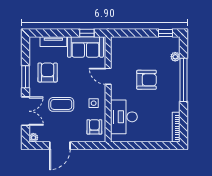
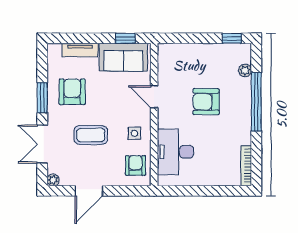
armchair: (147, 80) -> (206, 102), turned 180
double door: (25, 111) -> (42, 144), swing flipped

